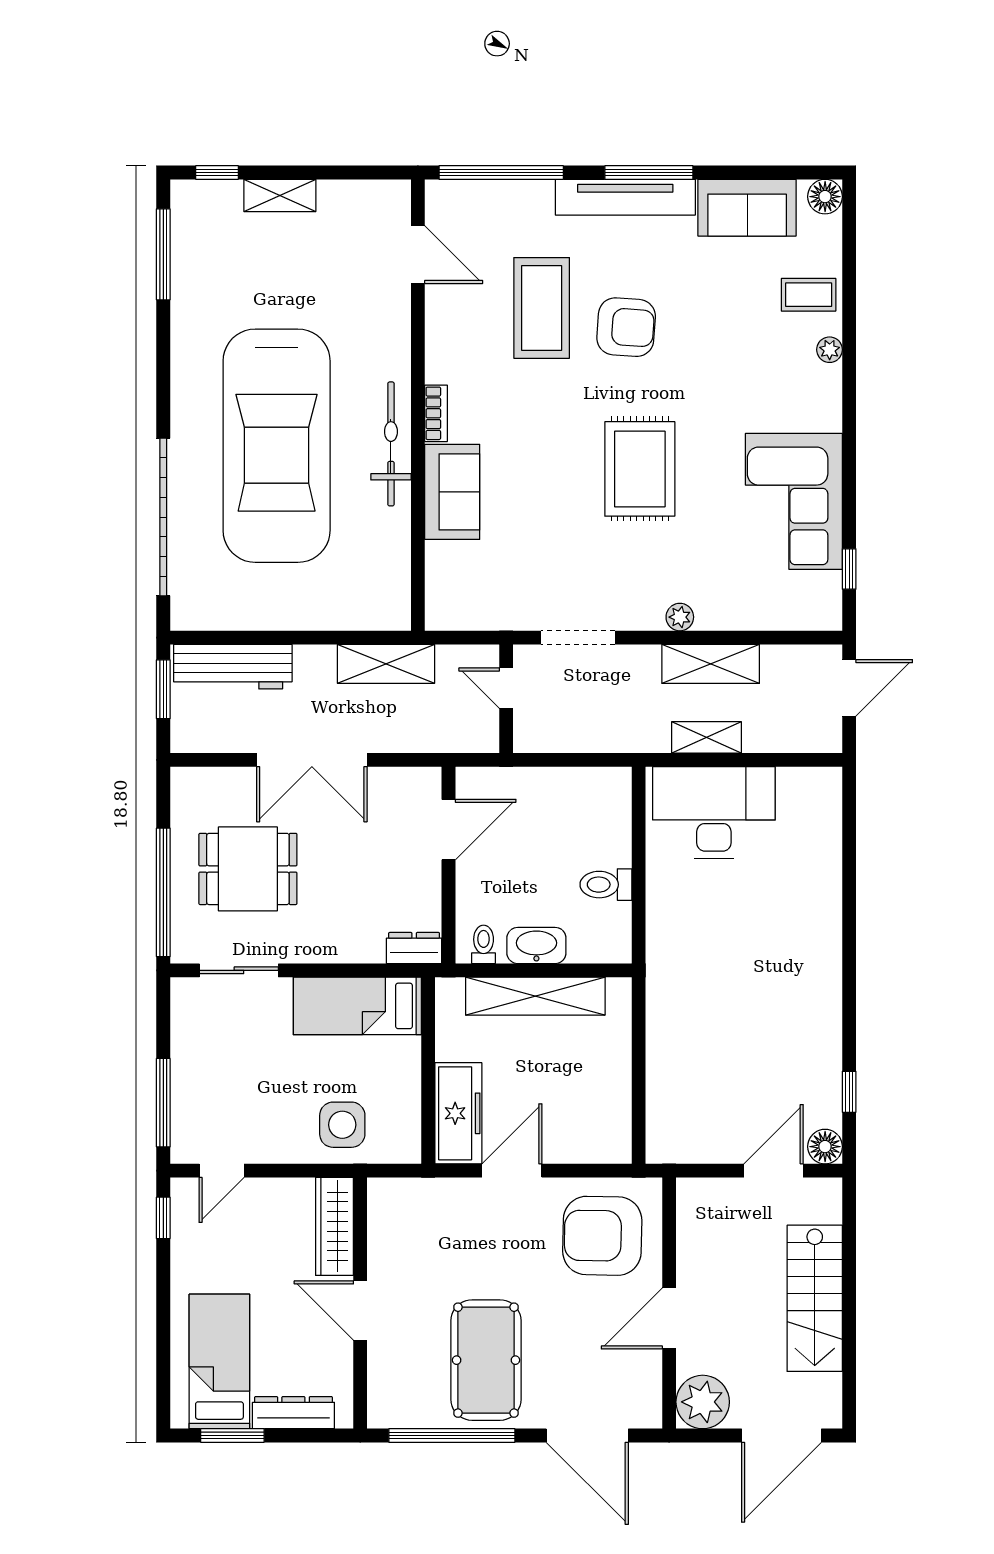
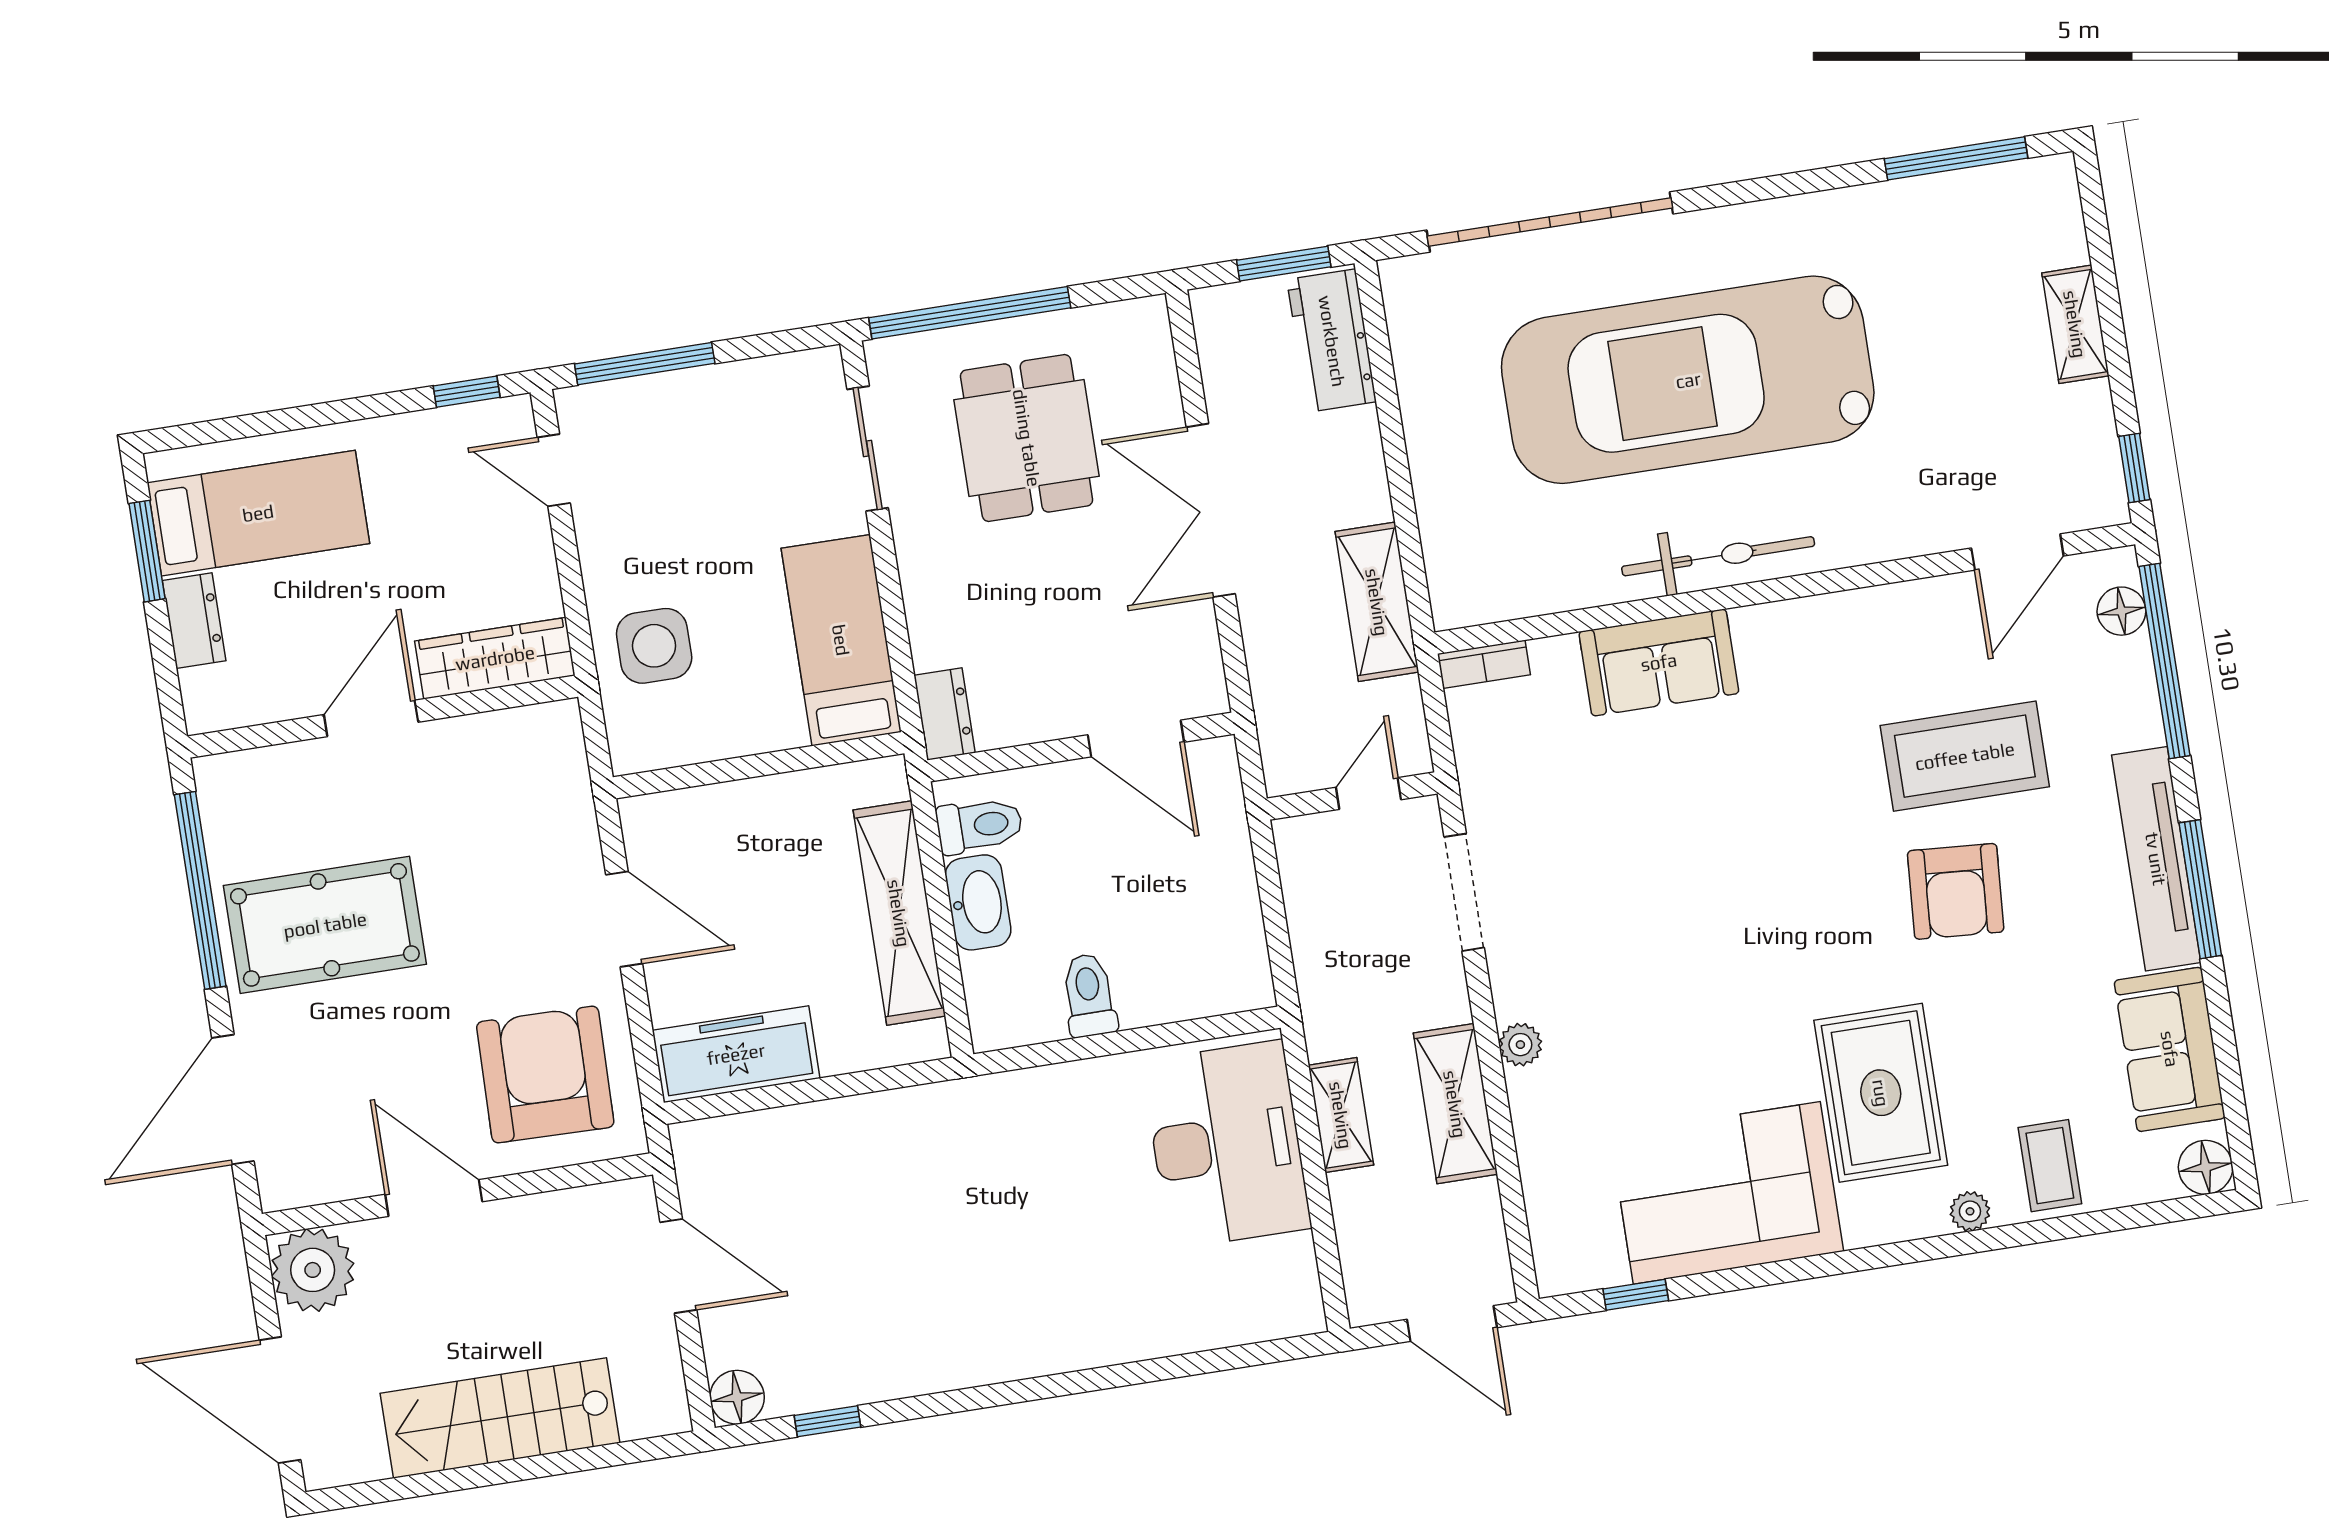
window: (217, 172) -> (2134, 468), moved
floor lamp: (465, 195) -> (2121, 611), added
bookcase: (436, 413) -> (1484, 664), moved
rug: (640, 469) -> (1881, 1093), moved, turned 90
workbench: (233, 667) -> (1332, 341), width x0.73
toilet: (484, 944) -> (980, 825), width x1.37, depth x1.39
freezer: (458, 1113) -> (736, 1054), moved, turned 180
door: (774, 1171) -> (678, 1266), moved
dresser: (293, 1413) -> (194, 621), width x0.70

